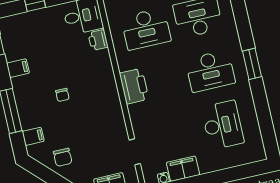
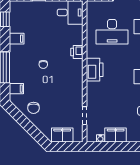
printer: (98, 40) -> (77, 52), moved

